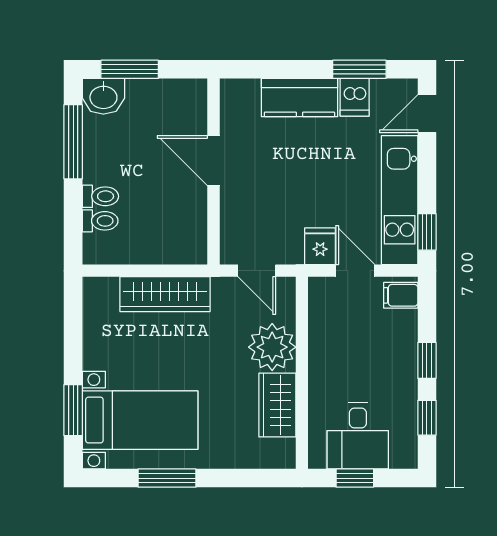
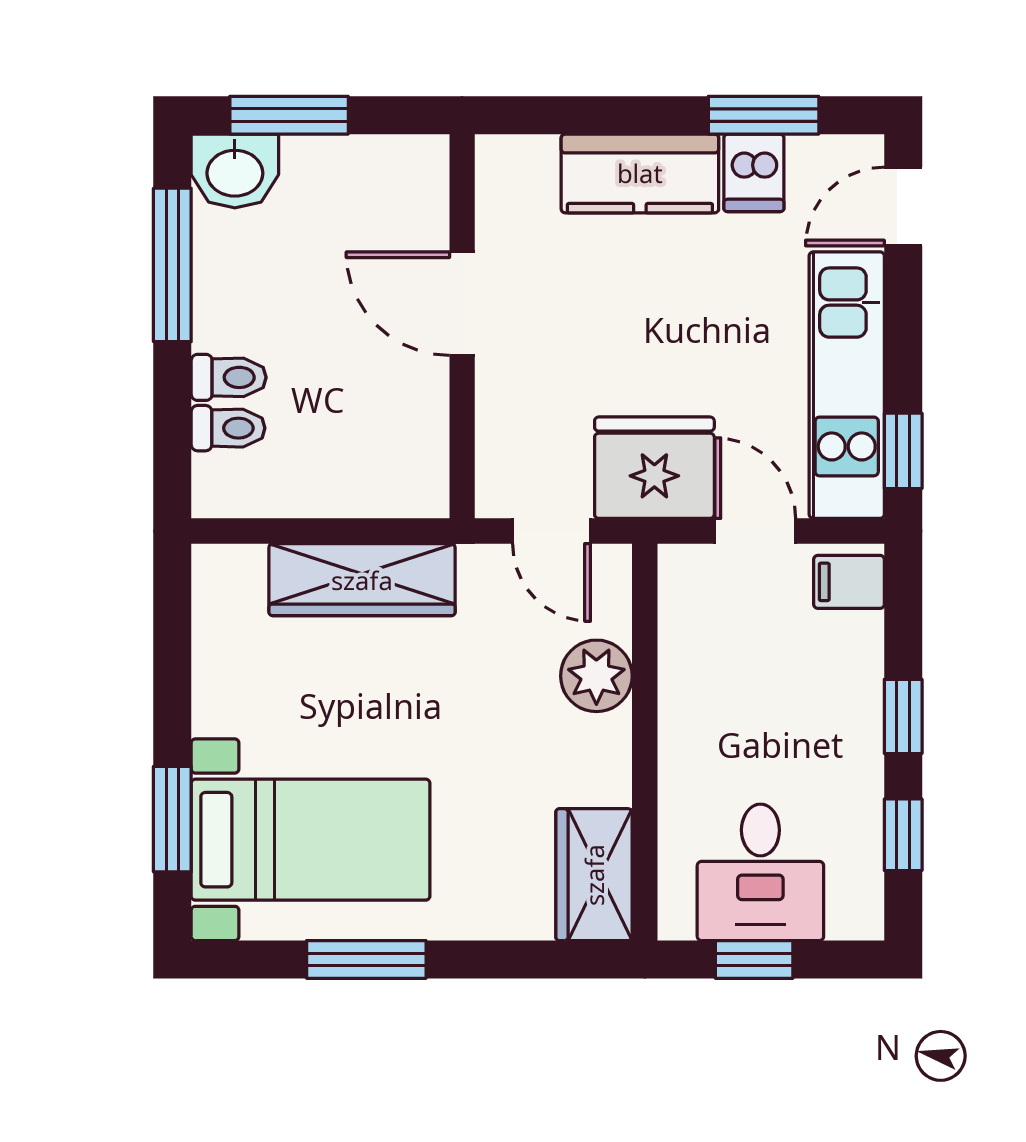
fridge: (320, 246) -> (654, 468), width x1.88, depth x1.34
plant: (272, 347) -> (596, 676), width x0.73, depth x0.73
wardrobe: (277, 405) -> (594, 875), moved

